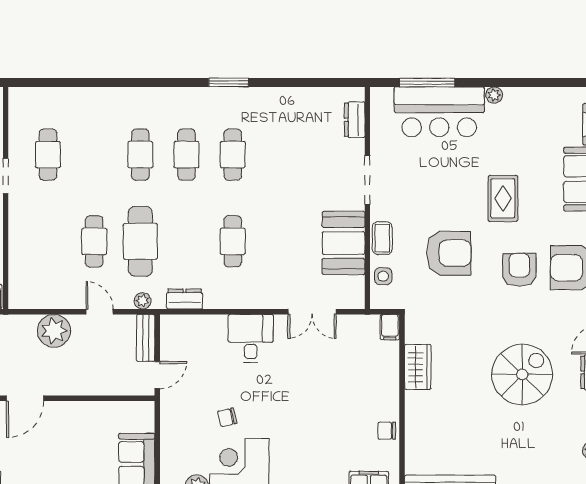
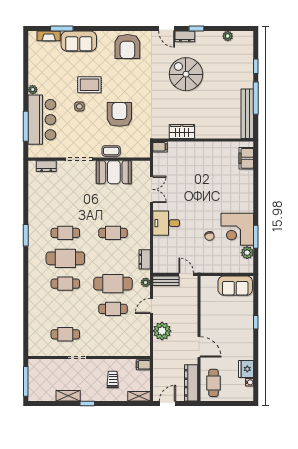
cafe table: (187, 155) -> (65, 258), width x1.37, depth x1.35
armchair: (519, 270) -> (129, 76), removed
side table: (383, 276) -> (79, 106), moved
chair: (387, 431) -> (217, 148), removed

